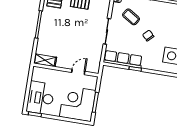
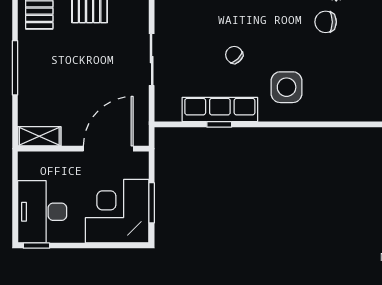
coffee table: (131, 17) -> (194, 24), removed
row of seats: (123, 59) -> (220, 110), moved
door: (78, 72) -> (108, 149), width x1.87

